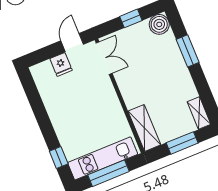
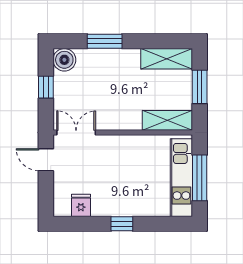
fridge: (61, 64) -> (81, 205), moved, turned -90
shelving: (199, 113) -> (167, 59), width x1.50, depth x1.33
window: (59, 158) -> (122, 224), moved

